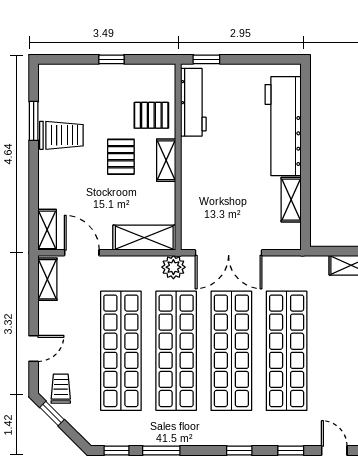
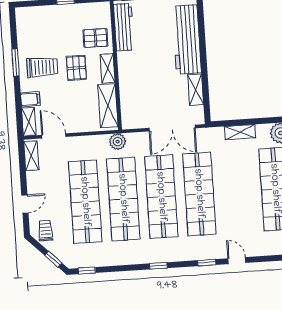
window: (34, 121) -> (16, 62), moved
trolley: (61, 135) -> (42, 67), moved
filing cabinet: (52, 197) -> (30, 99), added
shelving: (144, 238) -> (108, 106), moved, turned 90
double door: (229, 253) -> (172, 128), moved
window: (52, 414) -> (53, 259), moved
window: (161, 451) -> (118, 269), removed
window: (239, 451) -> (158, 266), moved

